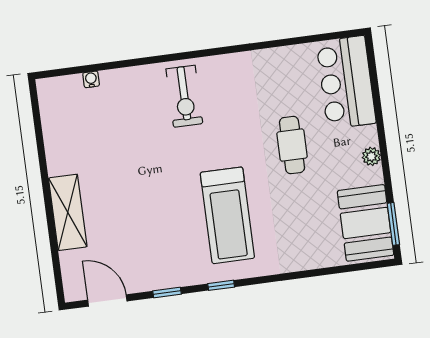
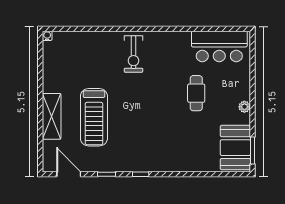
water cooler: (91, 79) -> (47, 36), moved
bar counter: (346, 82) -> (219, 46), moved, turned -90
treadmill: (227, 215) -> (94, 117), moved

